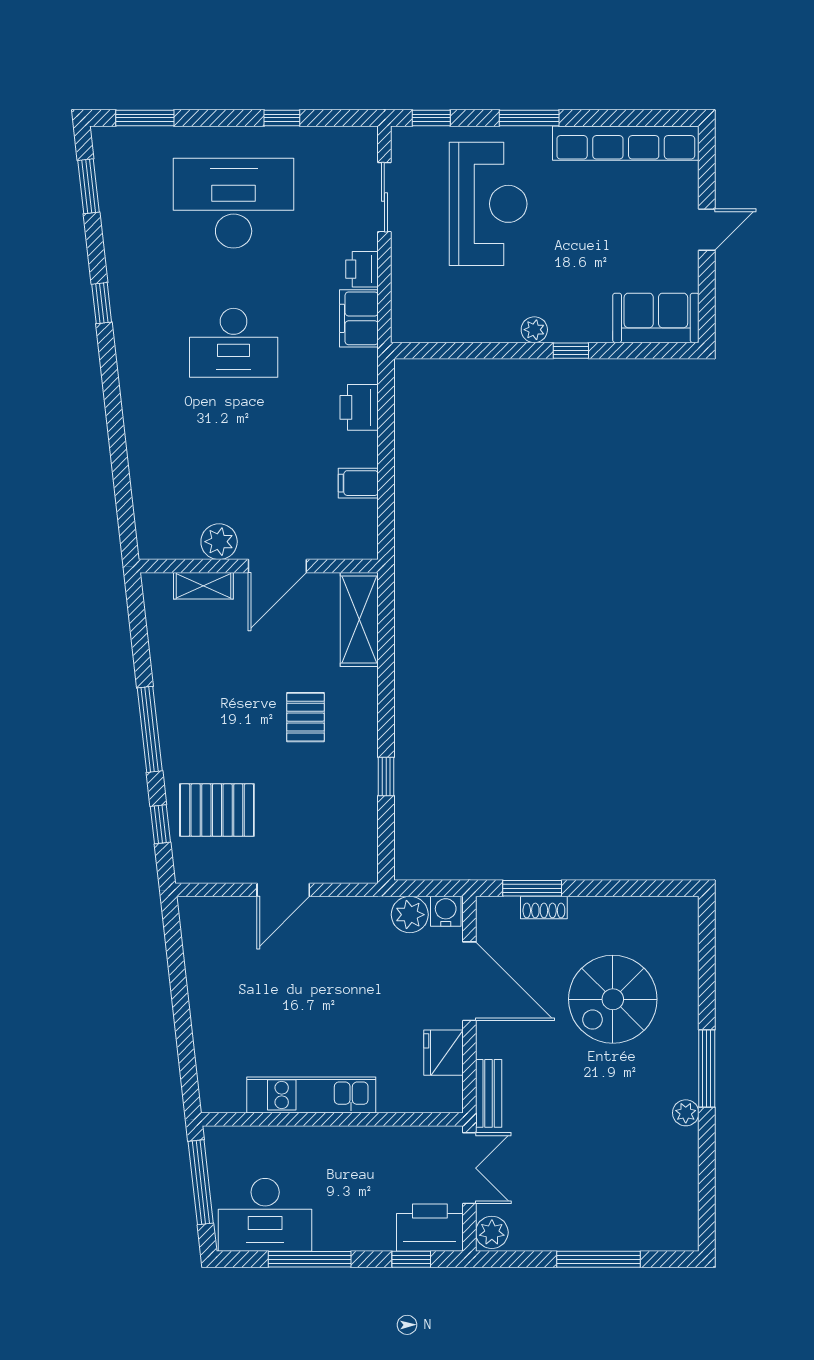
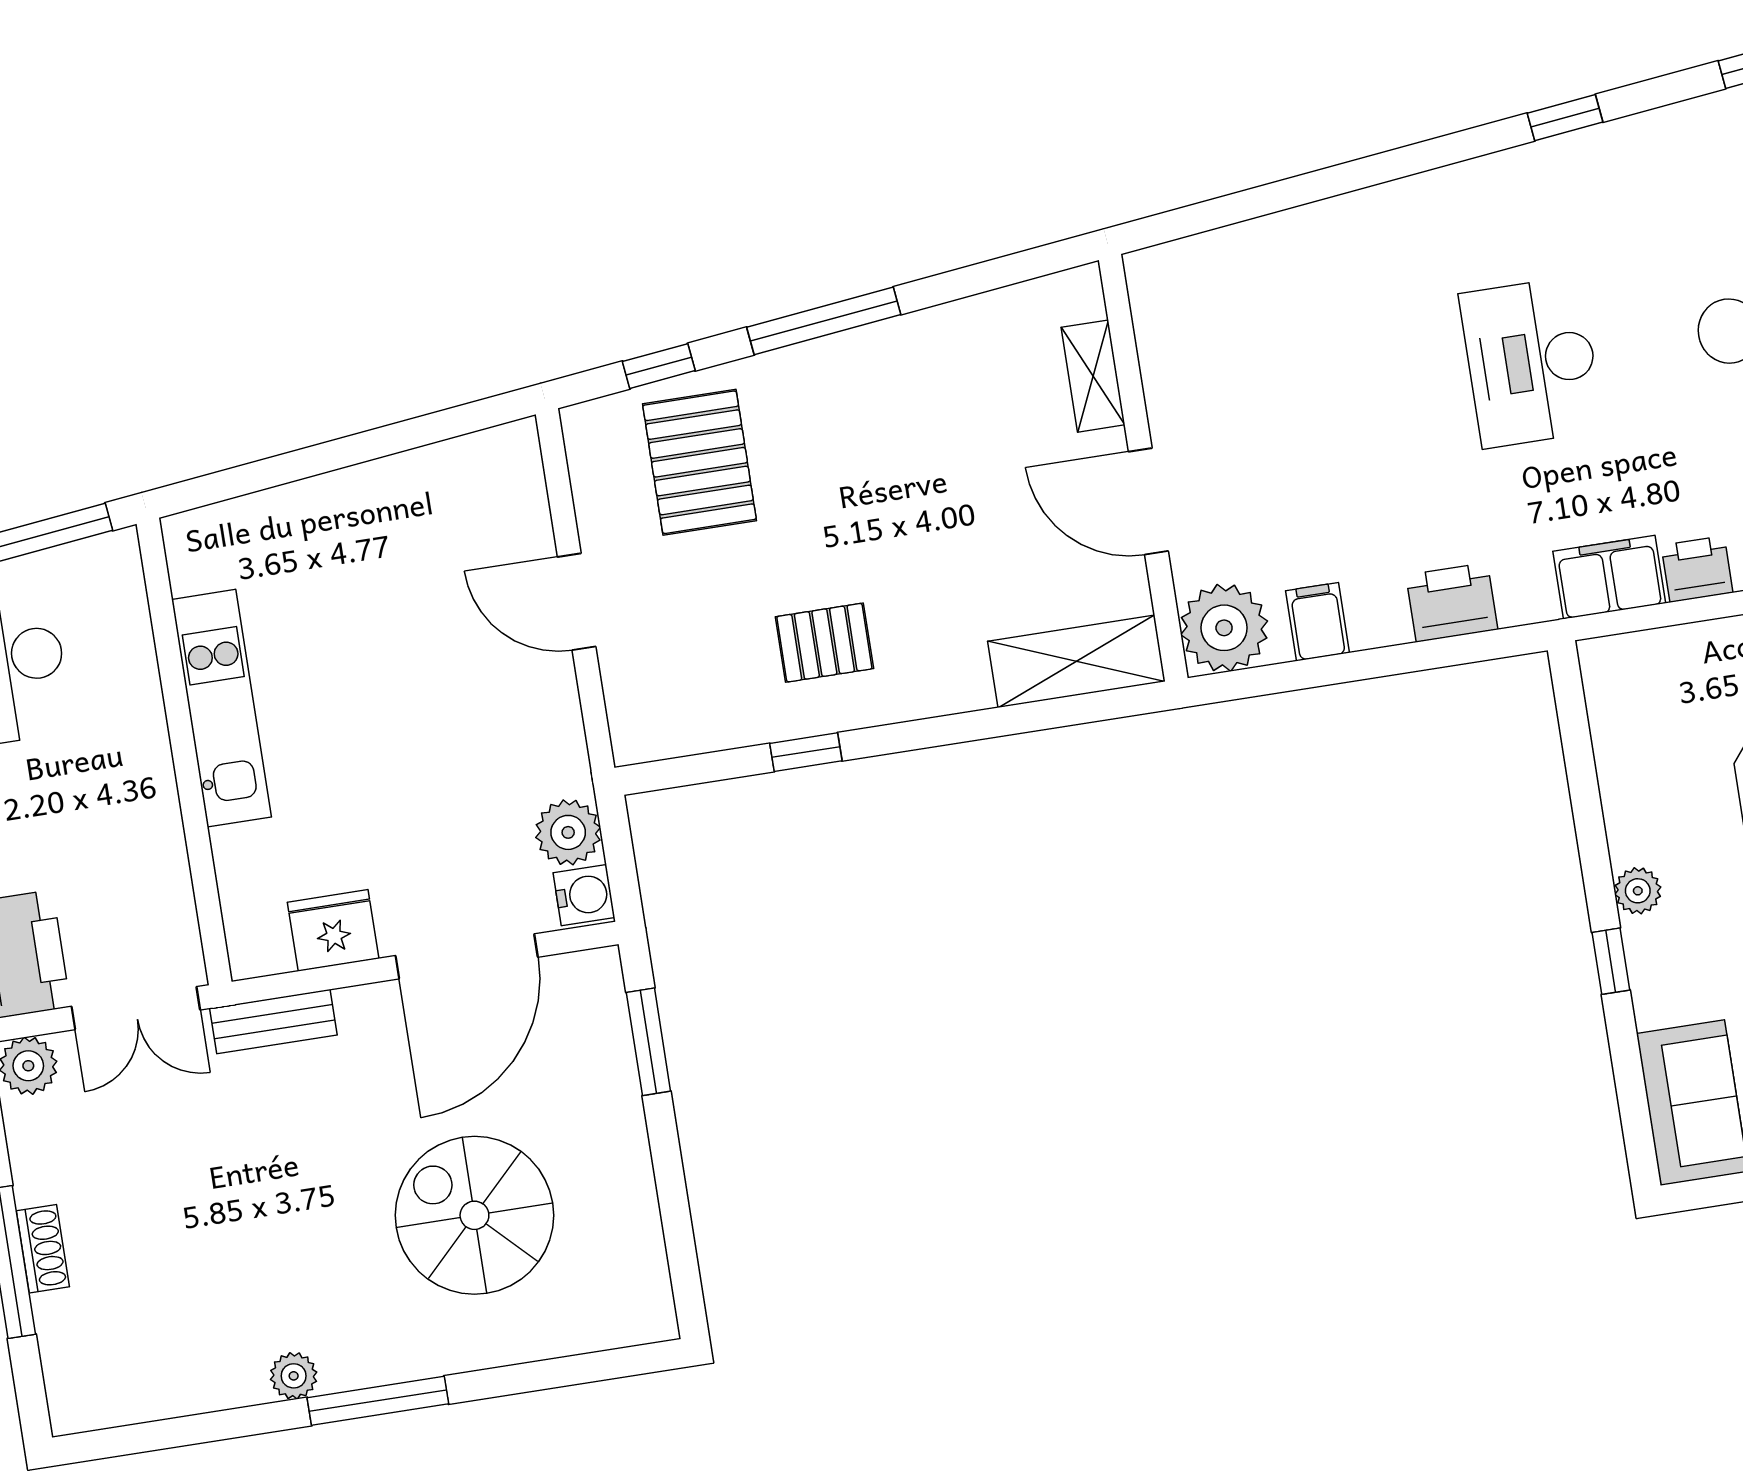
plant: (219, 542) -> (1224, 628), moved, width x1.36, depth x1.36
pallet: (305, 717) -> (824, 643), moved
shoe rack: (544, 907) -> (43, 1249), moved, turned 180

